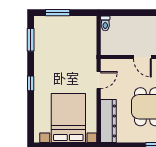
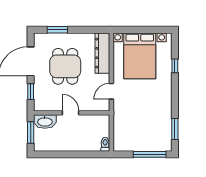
window: (58, 13) -> (150, 154), width x1.44
window: (31, 83) -> (175, 66), moved

